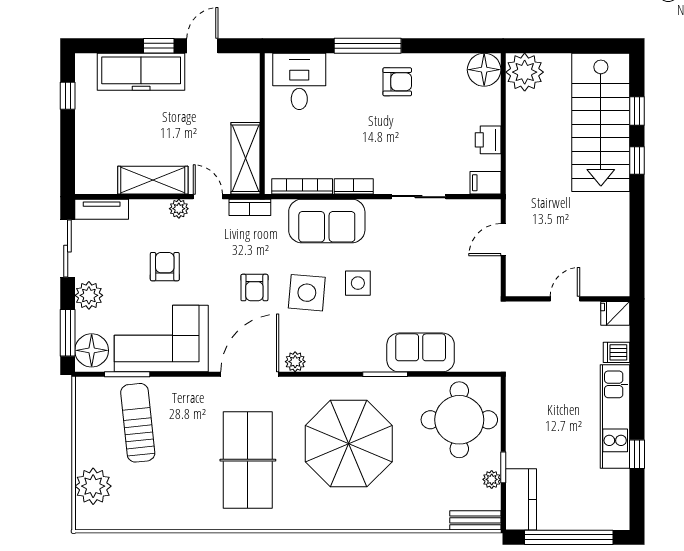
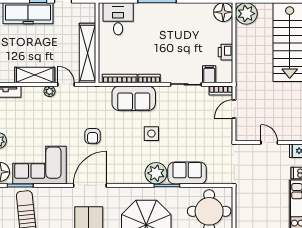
armchair: (397, 82) -> (174, 19), removed
shelving: (245, 158) -> (87, 53), width x1.47
filing cabinet: (485, 183) -> (209, 74), moved, turned 90
bookcase: (250, 207) -> (221, 90), moved
armchair: (165, 267) -> (42, 124), removed
side table: (307, 293) -> (122, 139), removed
door: (565, 299) -> (269, 143), hinge flipped
plant: (295, 362) -> (156, 173), moved, width x1.88, depth x1.88

